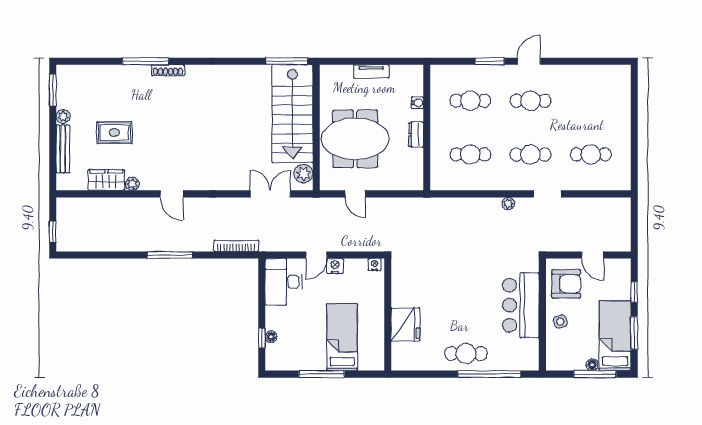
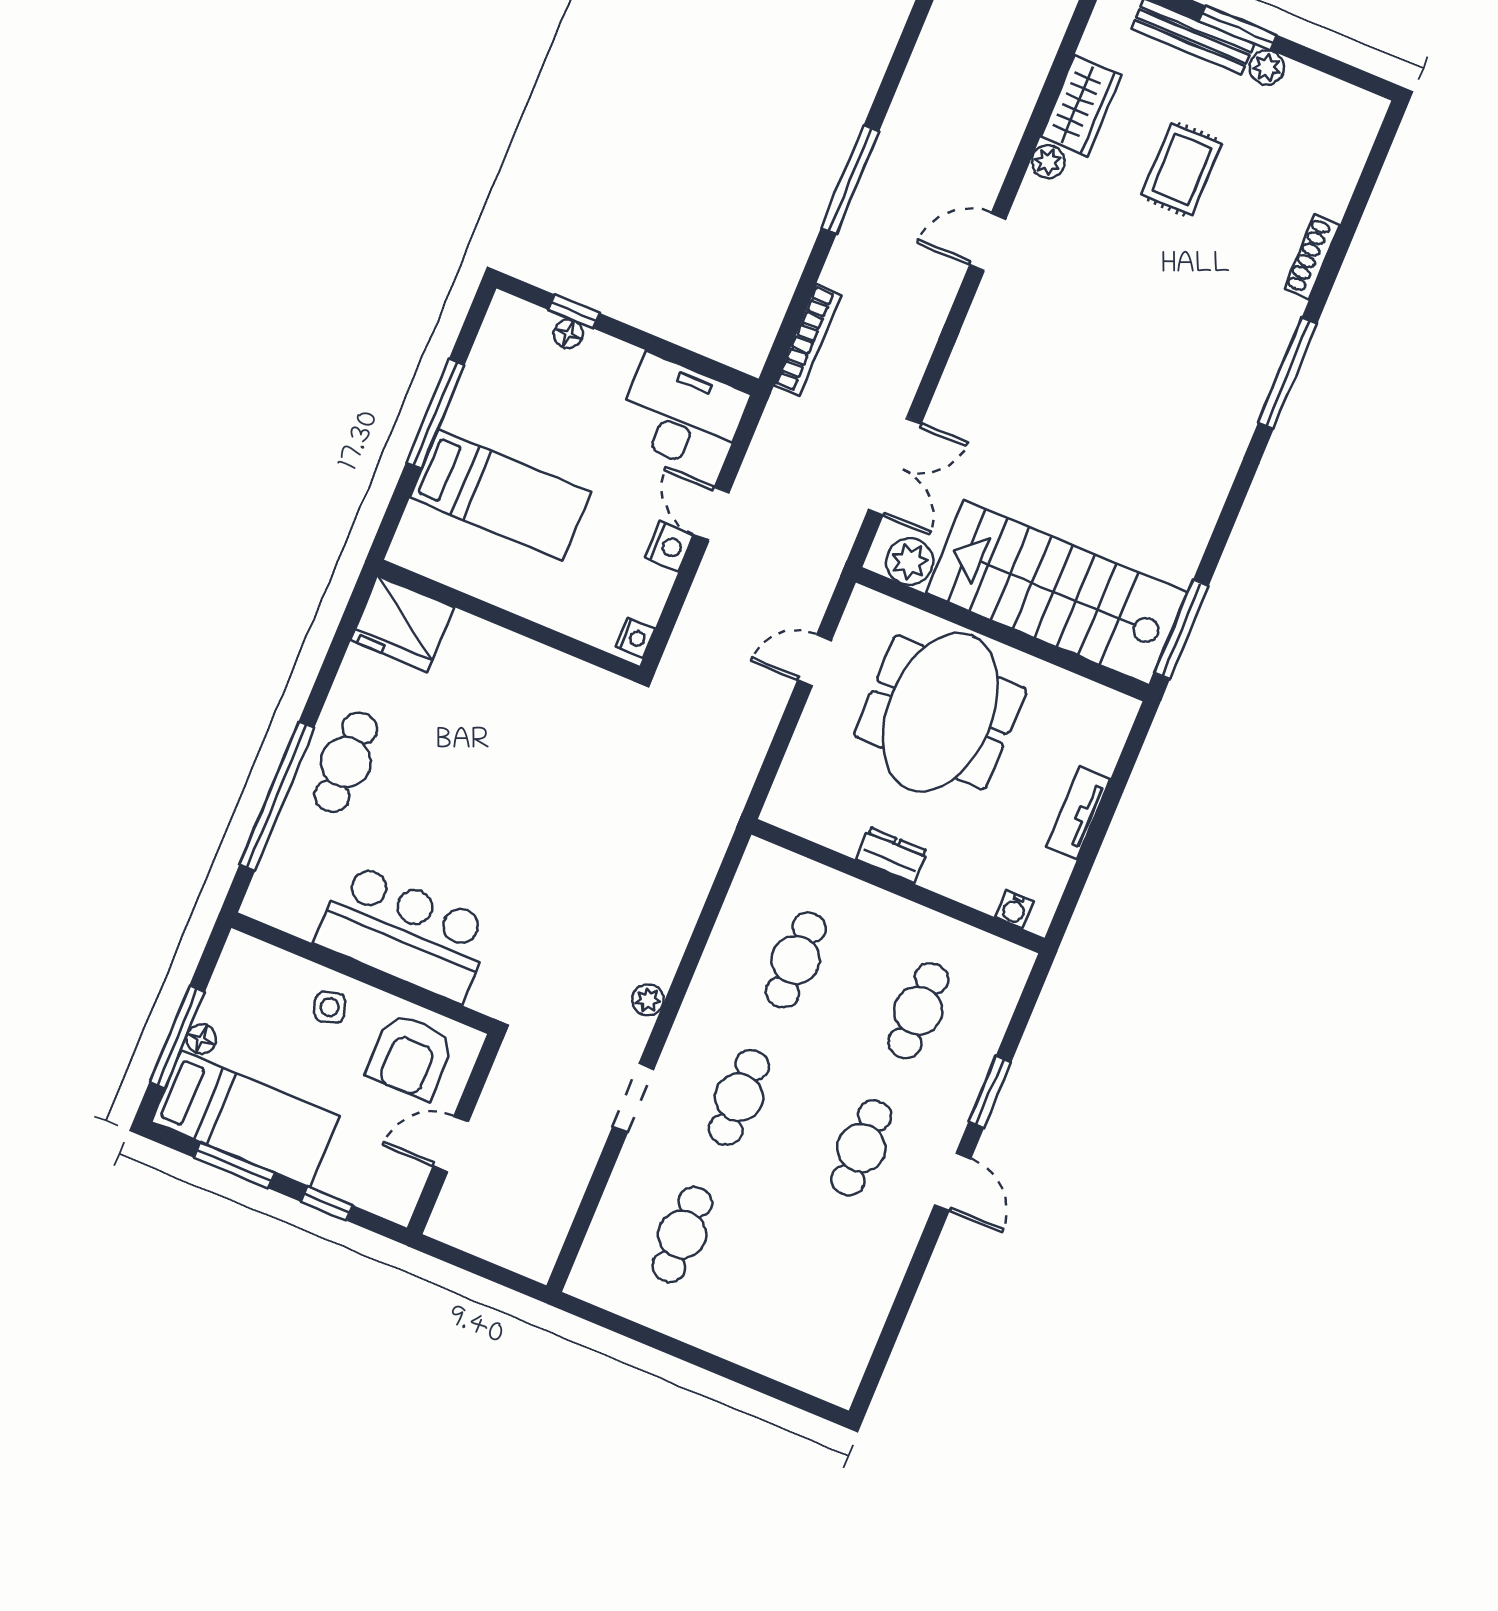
window: (146, 61) -> (1288, 373), moved
shoe rack: (168, 70) -> (1312, 257), moved
window: (53, 90) -> (1238, 28), moved
water cooler: (417, 103) -> (1014, 909), moved
fridge: (405, 324) -> (402, 624), moved

